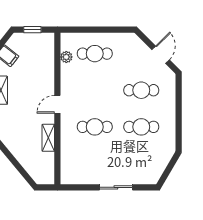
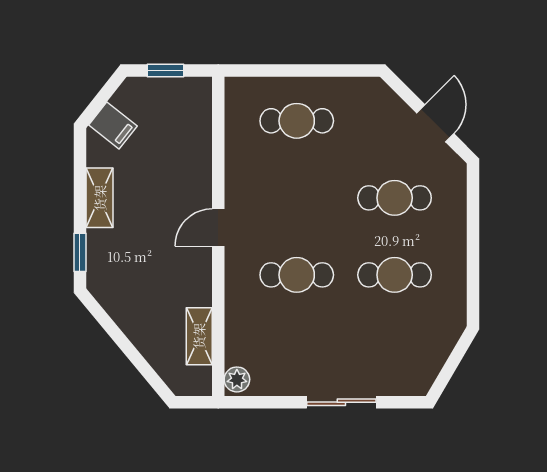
plant: (66, 57) -> (237, 379), moved
shelving: (48, 138) -> (199, 336), moved

